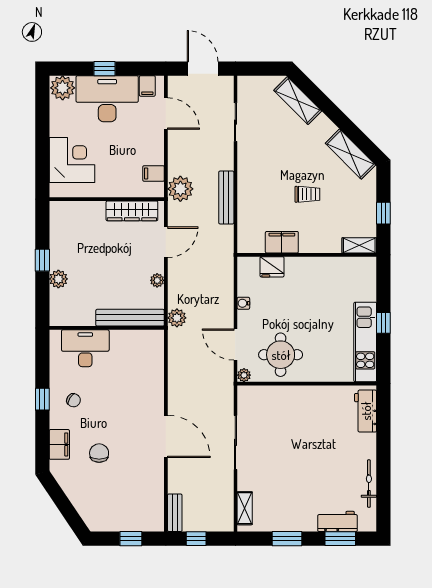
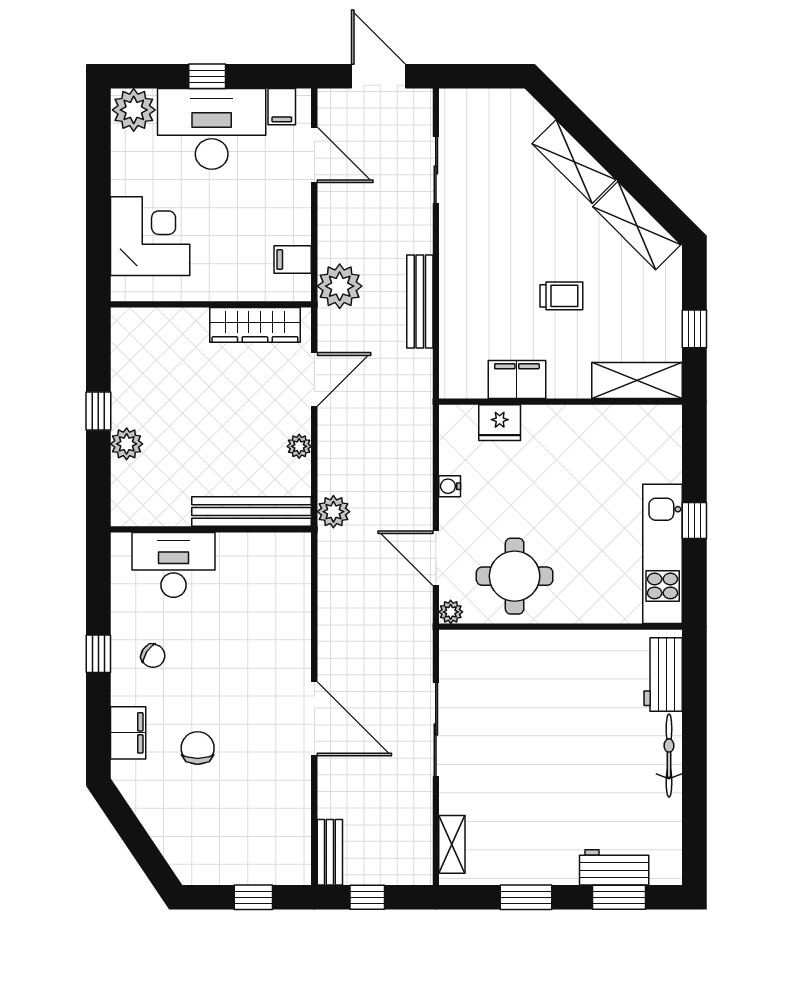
shelving: (298, 101) -> (574, 162), moved
shelving: (359, 245) -> (637, 381), width x1.50, depth x1.33
bicycle: (369, 484) -> (669, 756), moved

